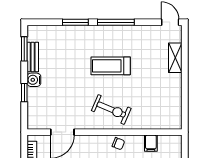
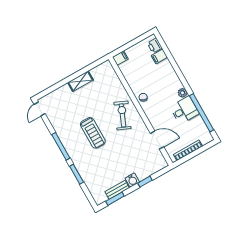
shelving: (175, 58) -> (80, 81), moved
filing cabinet: (151, 143) -> (120, 58), moved

